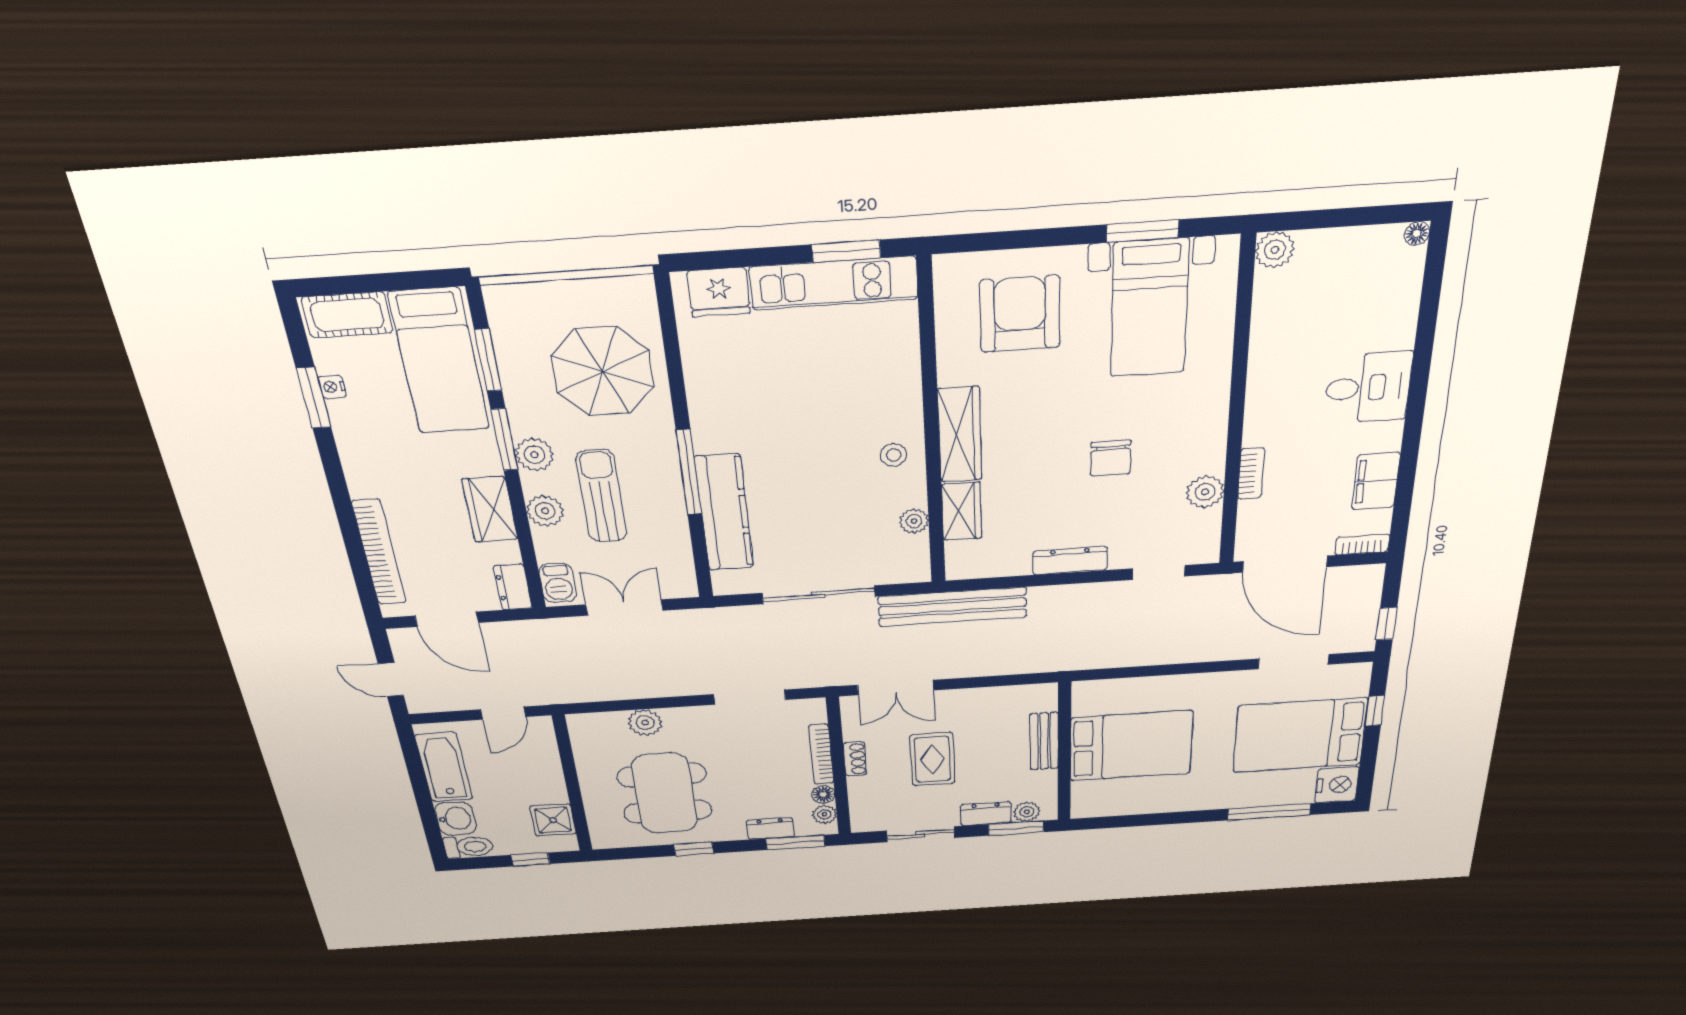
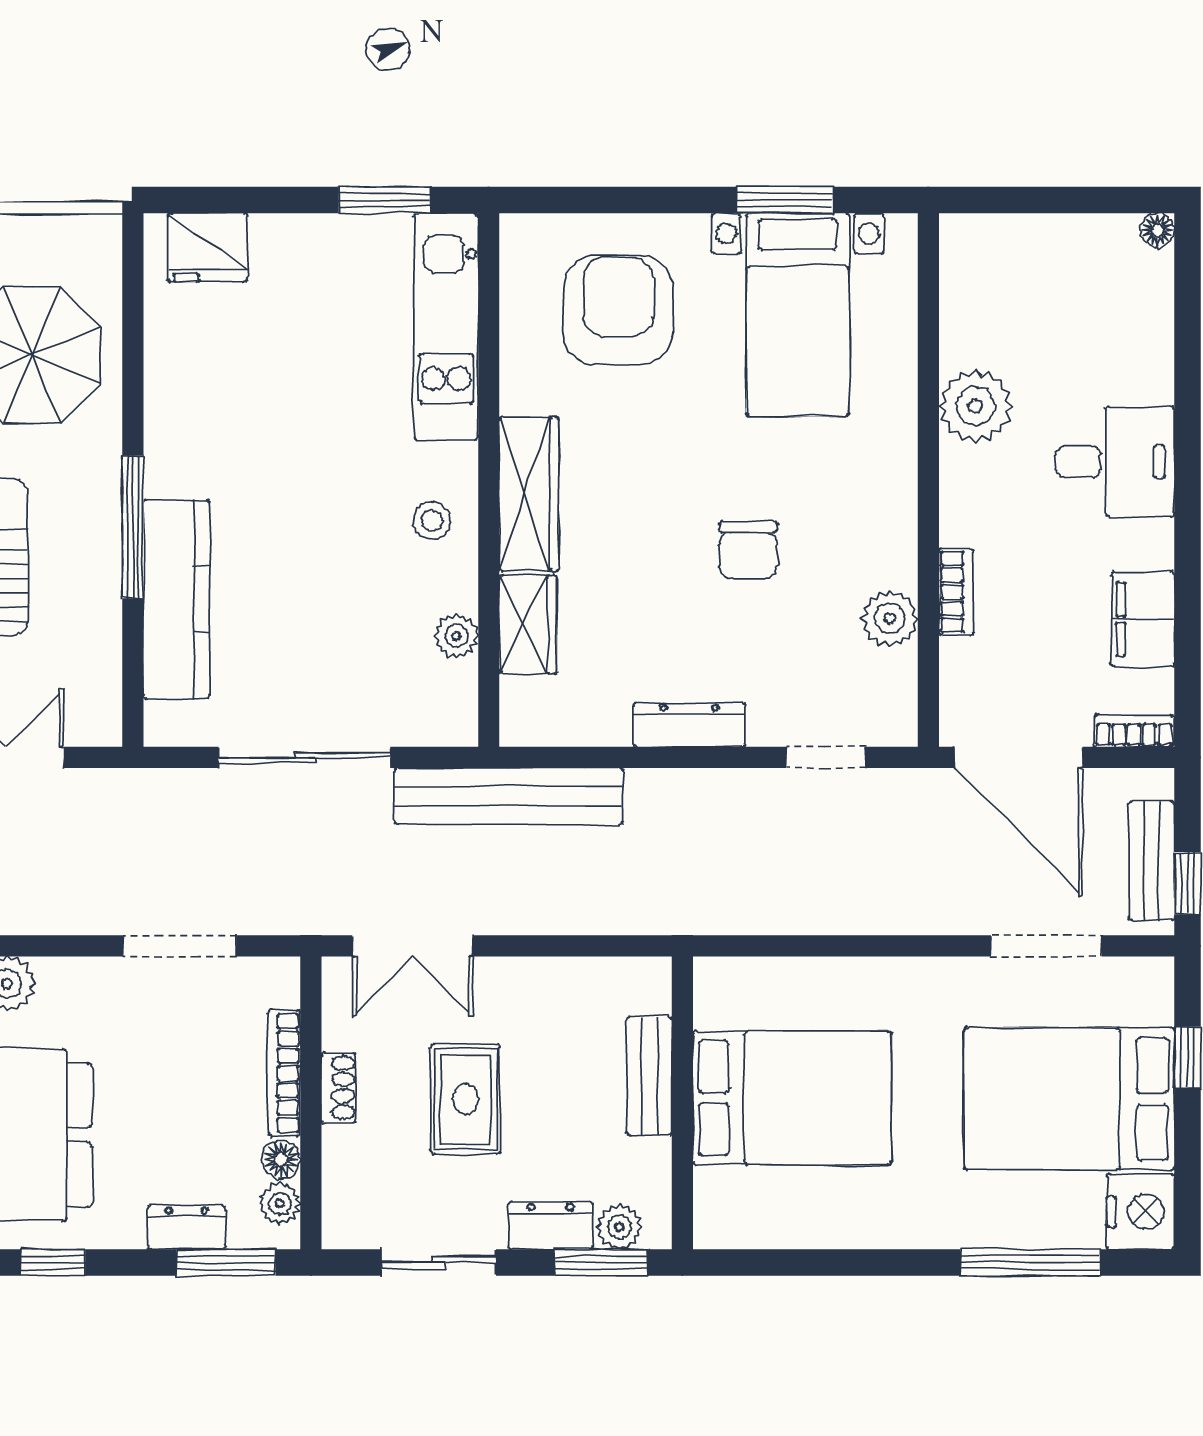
plant: (1275, 250) -> (976, 406), moved, width x1.36, depth x1.36
kitchen unit: (834, 283) -> (446, 327), moved, turned 90
bench: (1365, 614) -> (1152, 861), added

